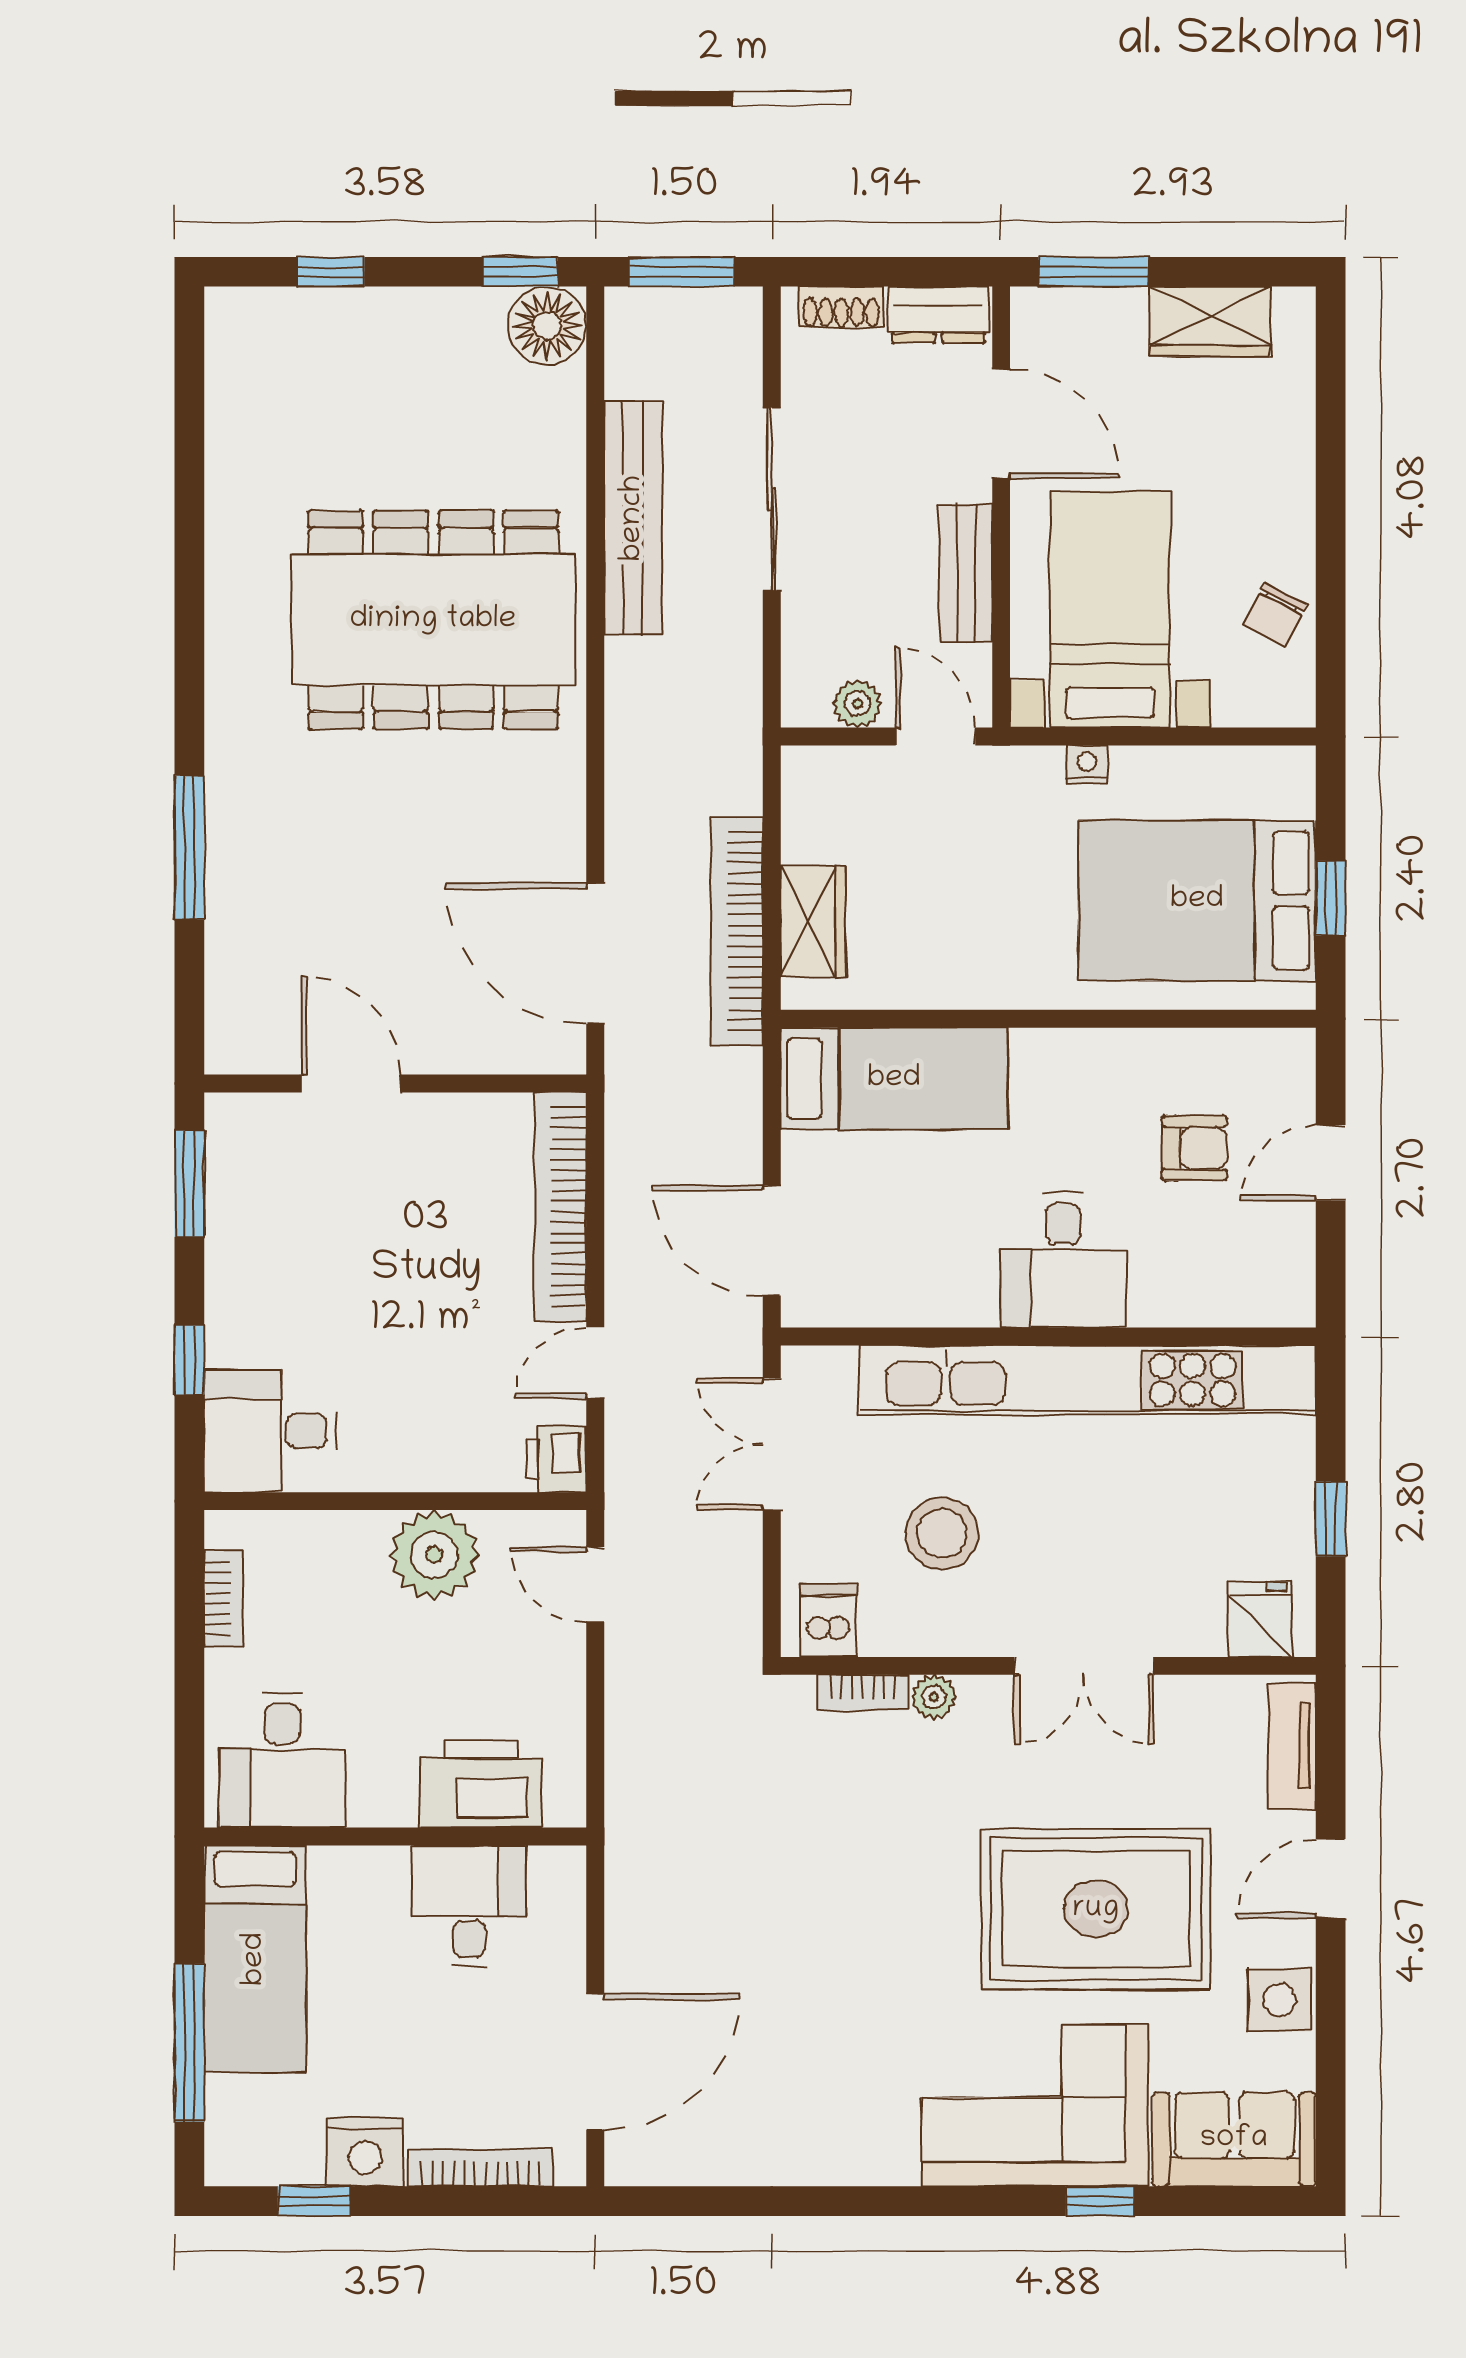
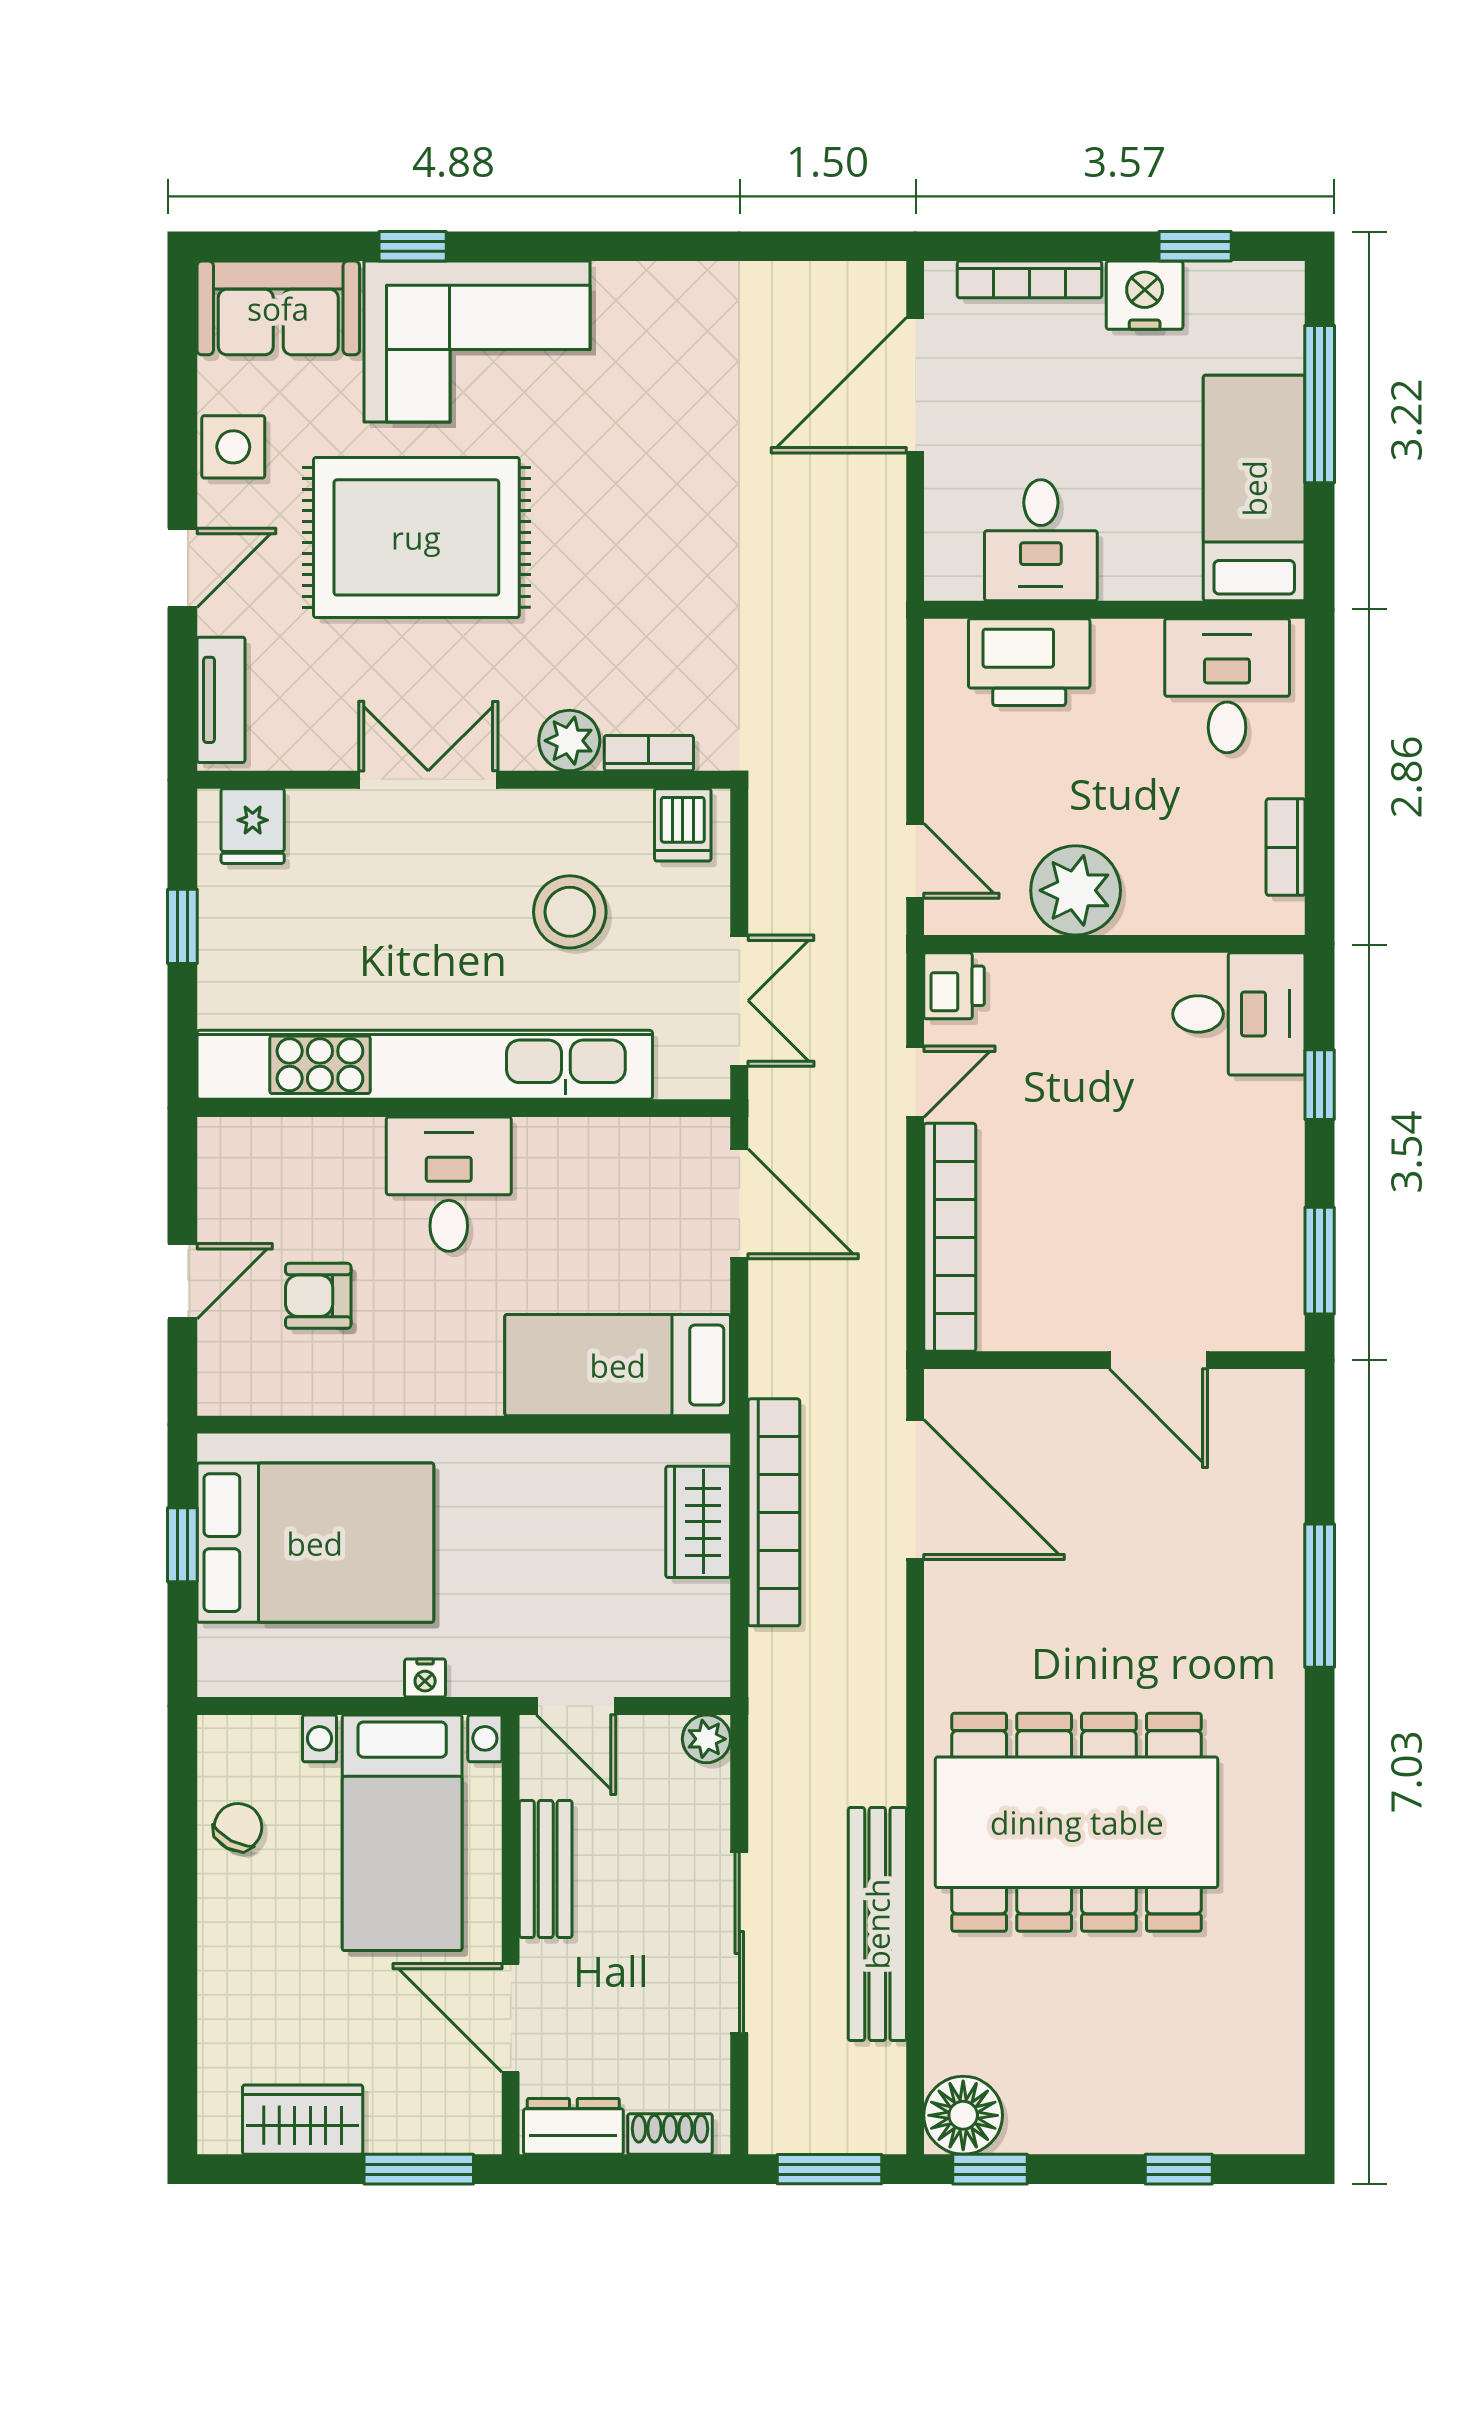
plant: (857, 704) -> (706, 1739), moved
plant: (934, 1697) -> (569, 741), width x1.38, depth x1.38

